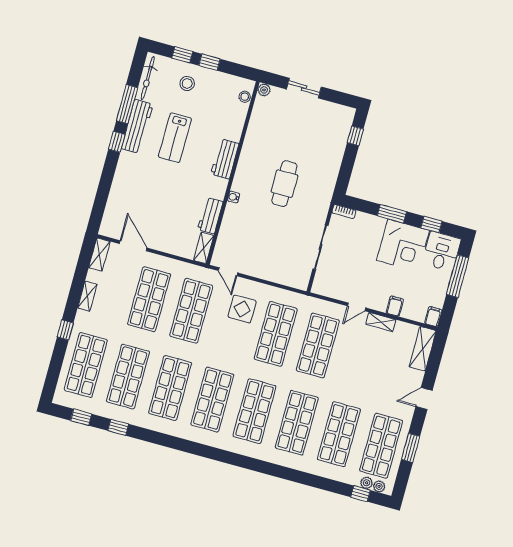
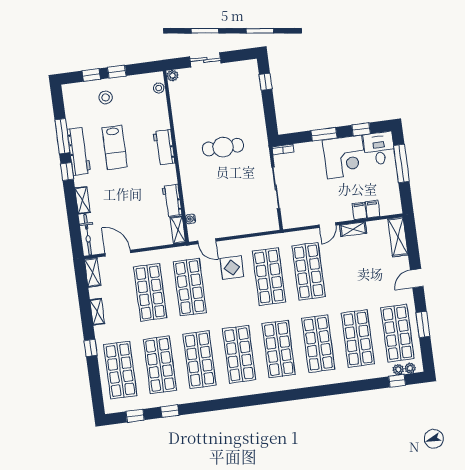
bicycle: (148, 78) -> (88, 235), moved
shelving: (120, 177) -> (83, 200), added
cafe table: (284, 184) -> (223, 147), turned 90
water cooler: (234, 197) -> (191, 219), moved
filing cabinet: (433, 317) -> (373, 209), moved

